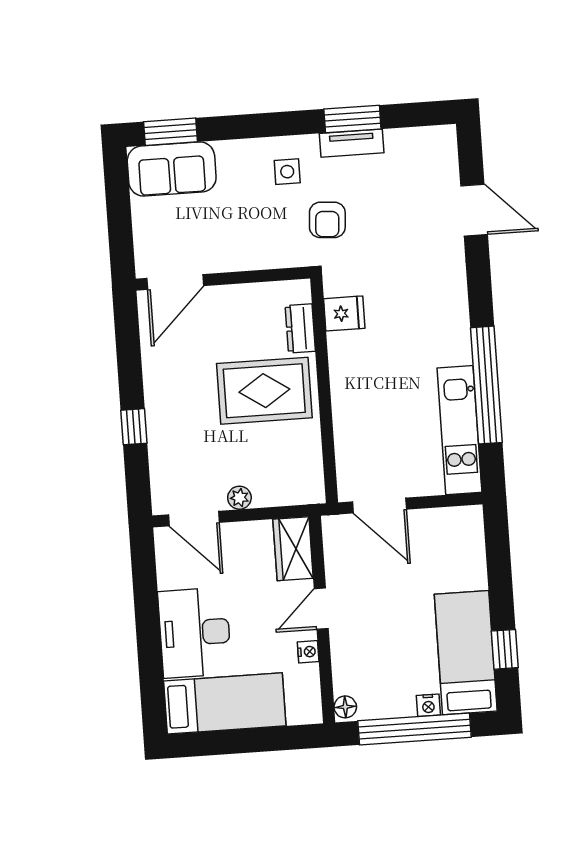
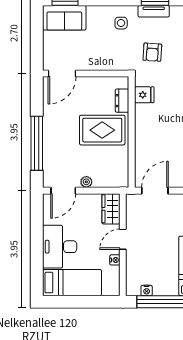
armchair: (327, 220) -> (152, 52), moved
window: (134, 427) -> (37, 143), width x3.17
door: (379, 506) -> (155, 191), swing flipped
door: (194, 519) -> (63, 191), hinge flipped
nightstand: (428, 705) -> (147, 290), moved
floor lamp: (345, 707) -> (131, 288), removed

